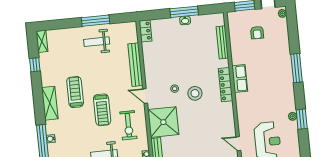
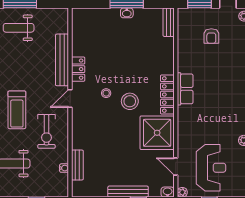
locker: (145, 31) -> (78, 69), moved
bench: (222, 42) -> (169, 22), moved, width x0.73
door: (145, 96) -> (70, 99), hinge flipped
shower: (163, 122) -> (157, 133), moved

